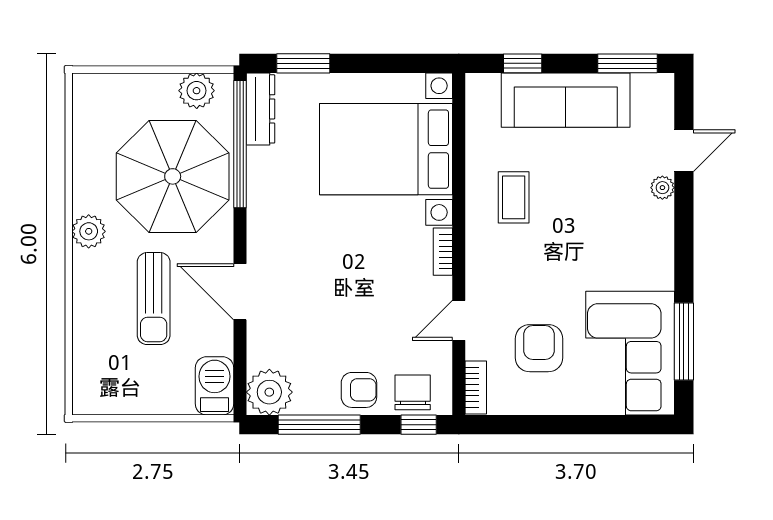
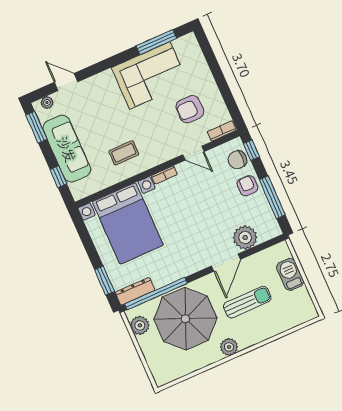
plant: (662, 188) -> (47, 103), moved
corner sofa: (630, 353) -> (150, 75), moved
barbecue: (215, 386) -> (290, 274), moved, turned 90
plant: (269, 392) -> (245, 238), moved

